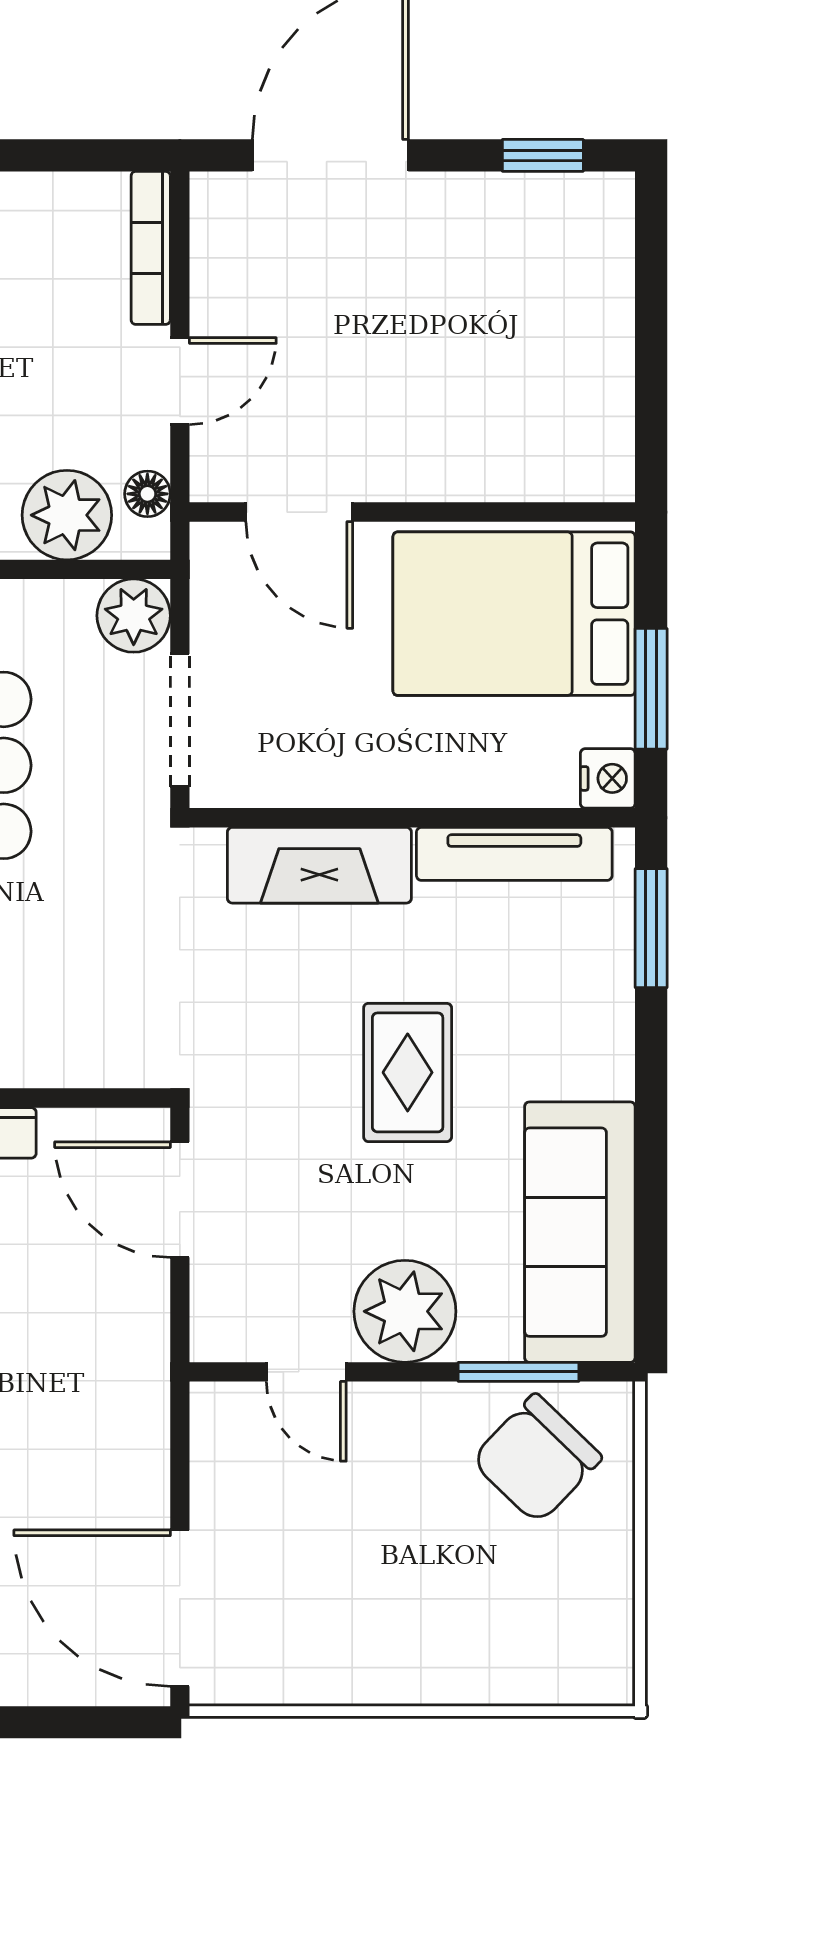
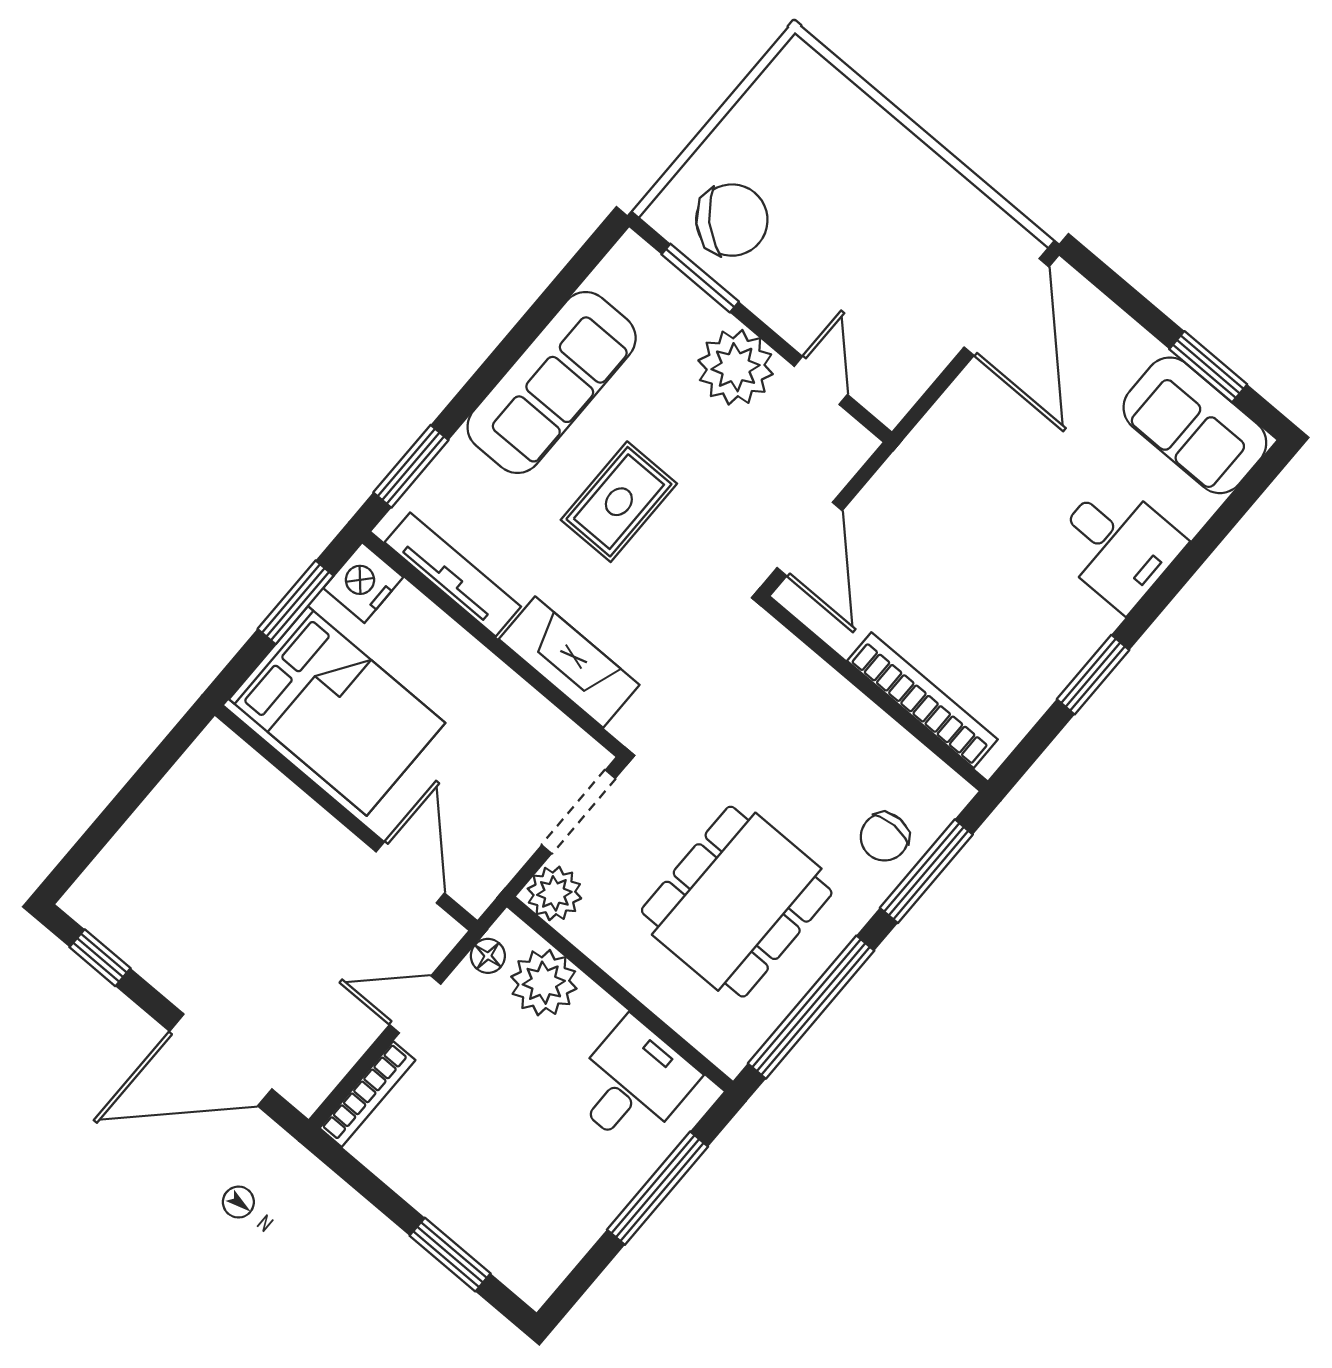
nightstand: (608, 778) -> (363, 583), width x1.36, depth x1.33
sofa: (580, 1232) -> (552, 383), moved

